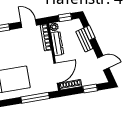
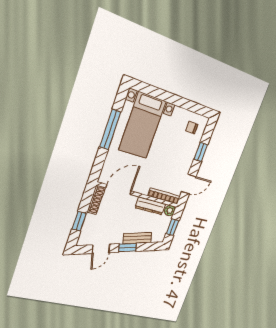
window: (89, 33) -> (127, 248), moved
door: (56, 73) -> (119, 189), swing flipped
window: (35, 98) -> (110, 129), moved

